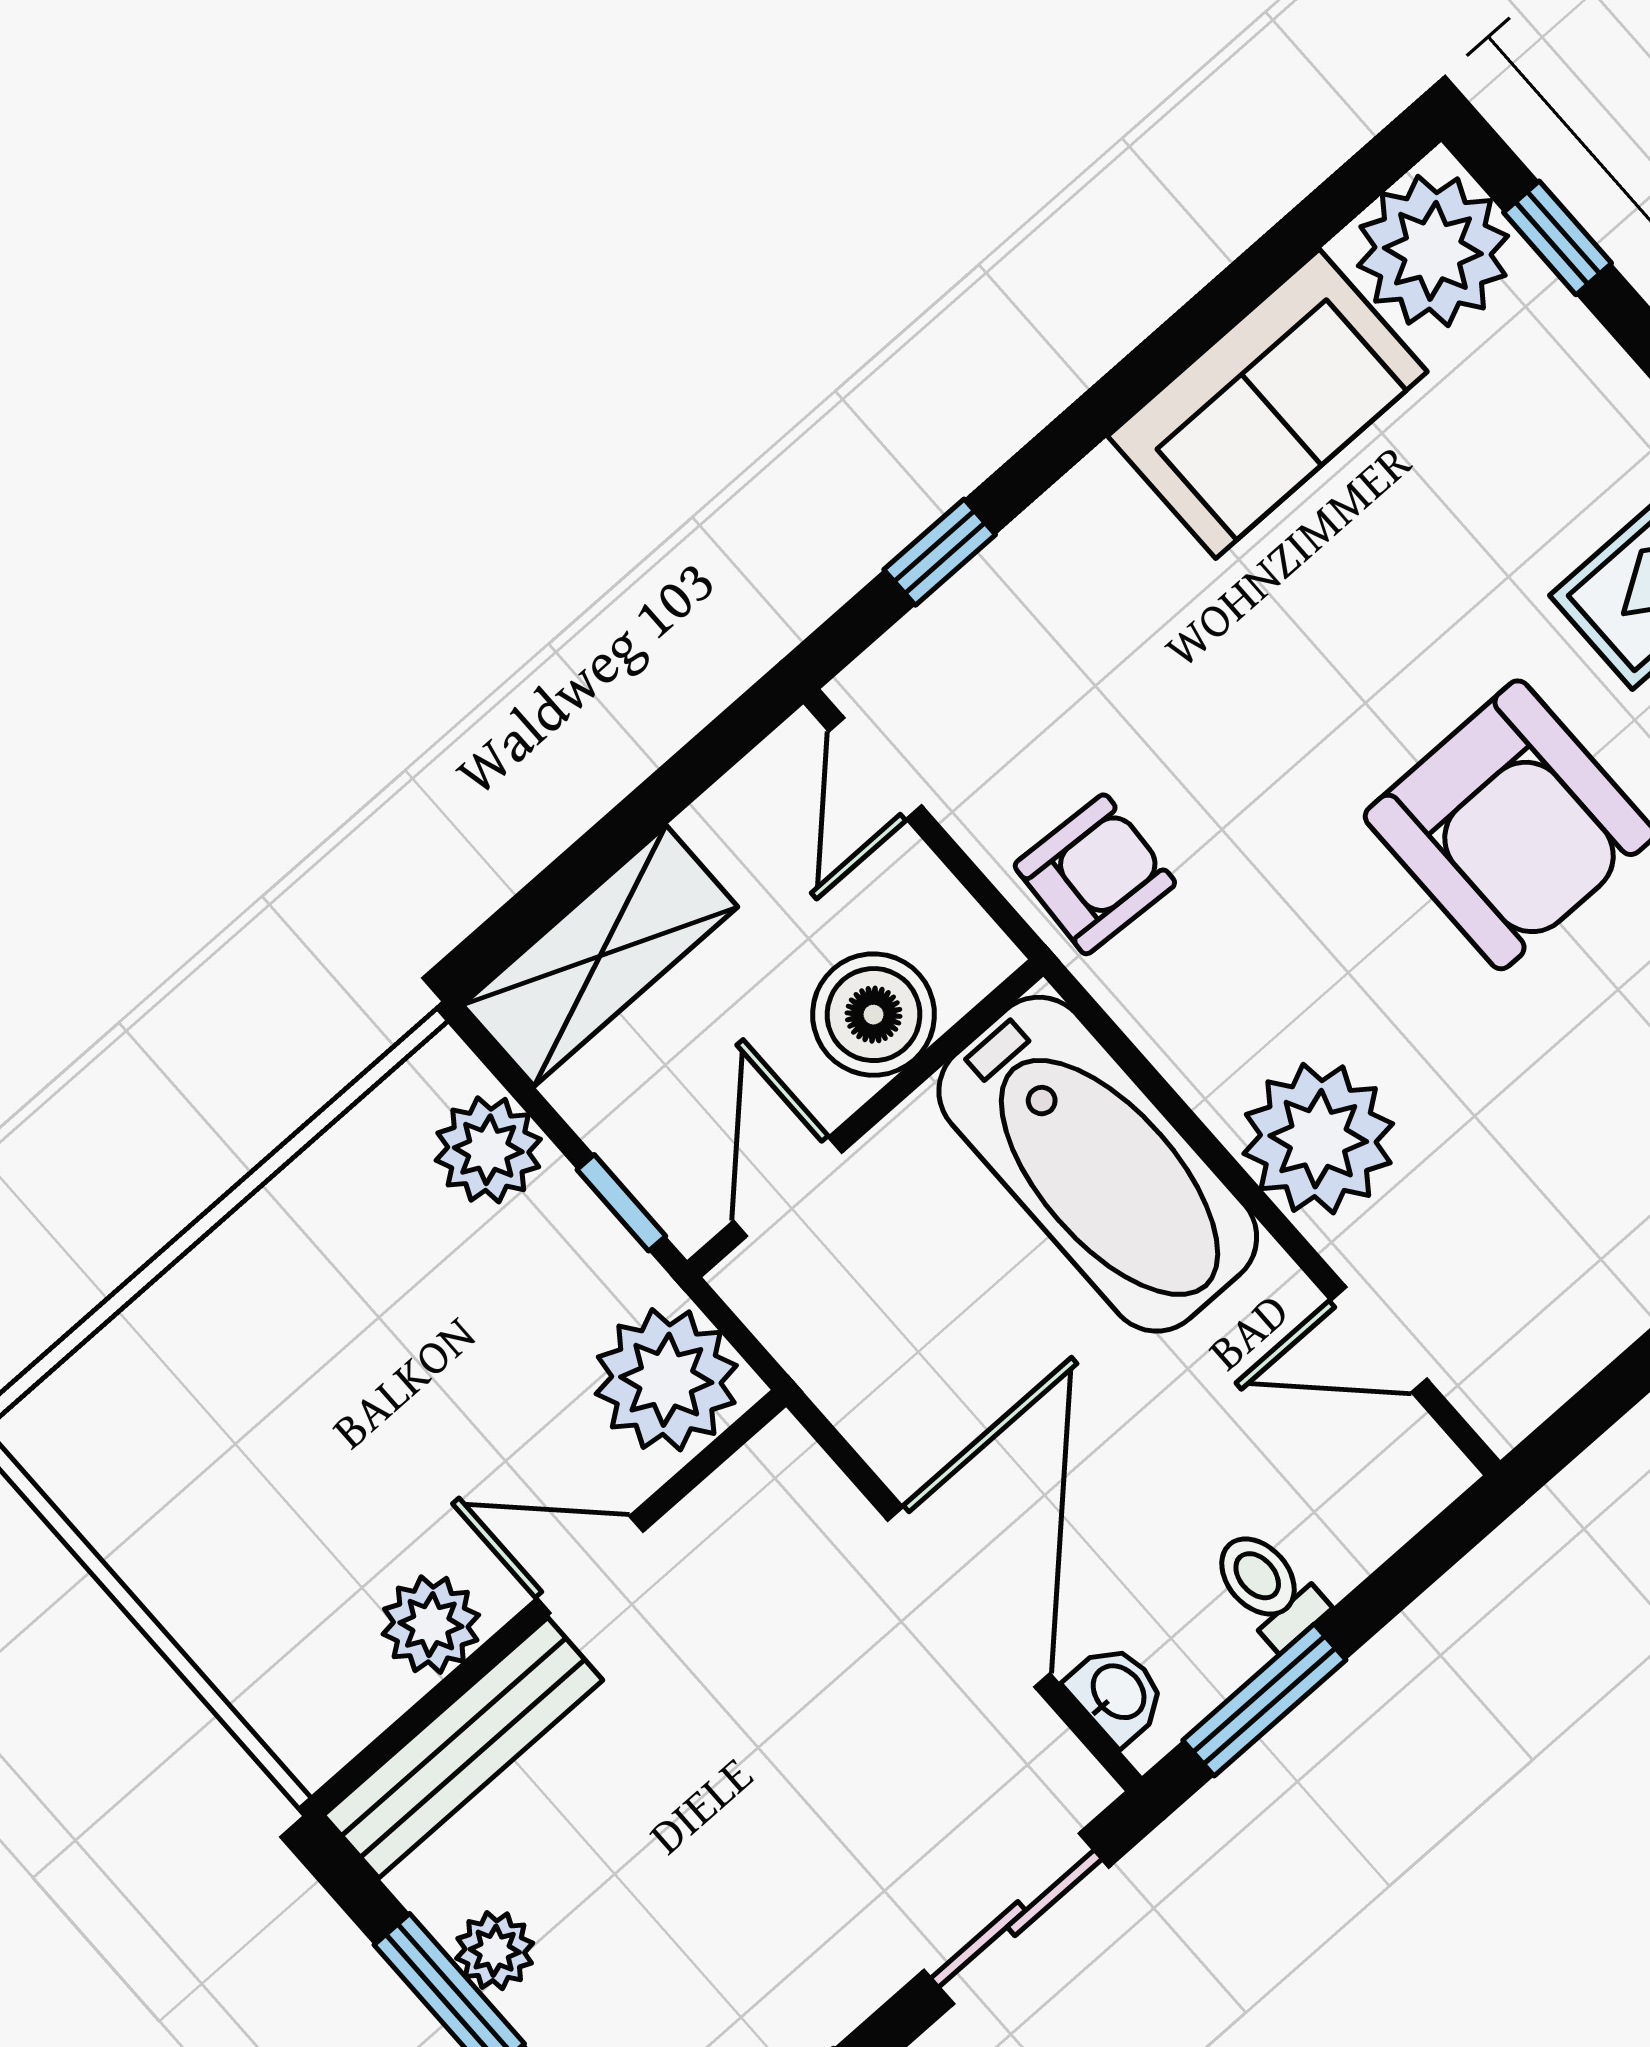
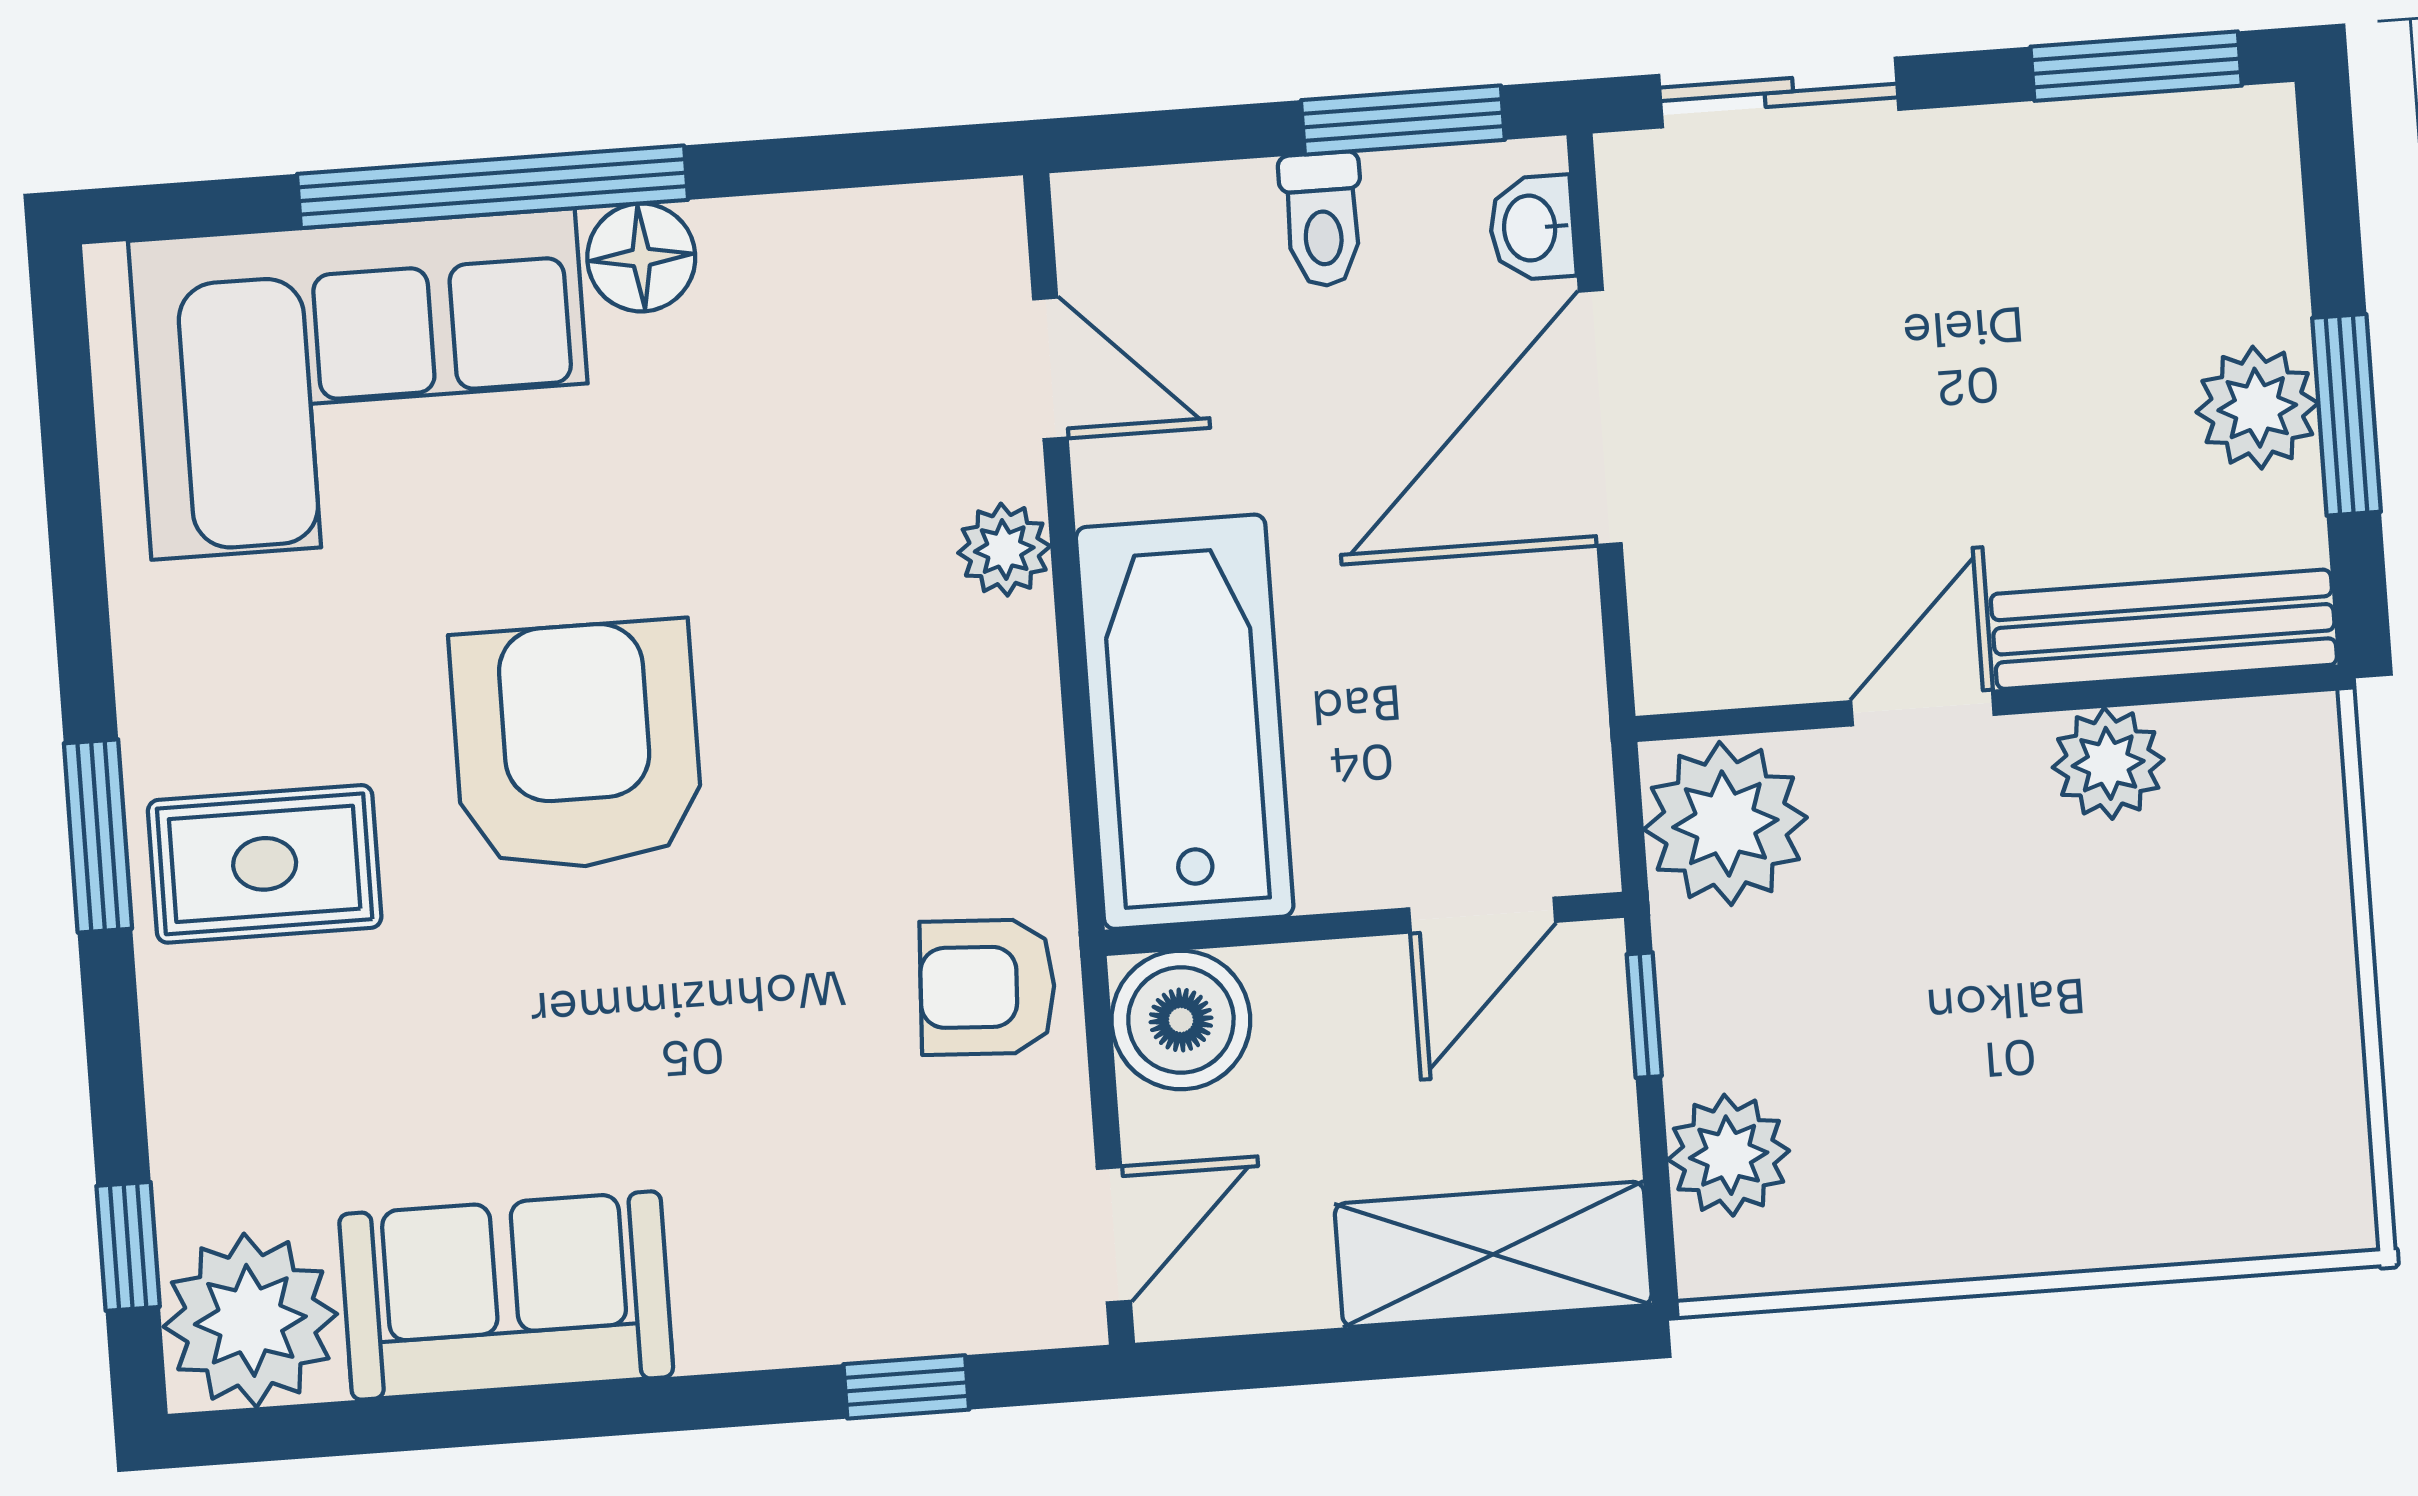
boiler: (874, 1015) -> (1181, 1020), moved
plant: (1318, 1139) -> (1004, 550), width x0.53, depth x0.53
door: (590, 1565) -> (1922, 708), swing flipped
plant: (495, 1951) -> (2257, 408), width x1.38, depth x1.38

